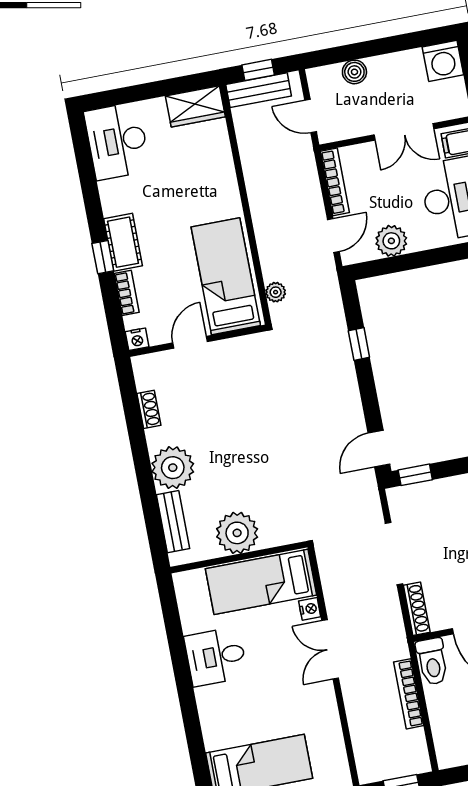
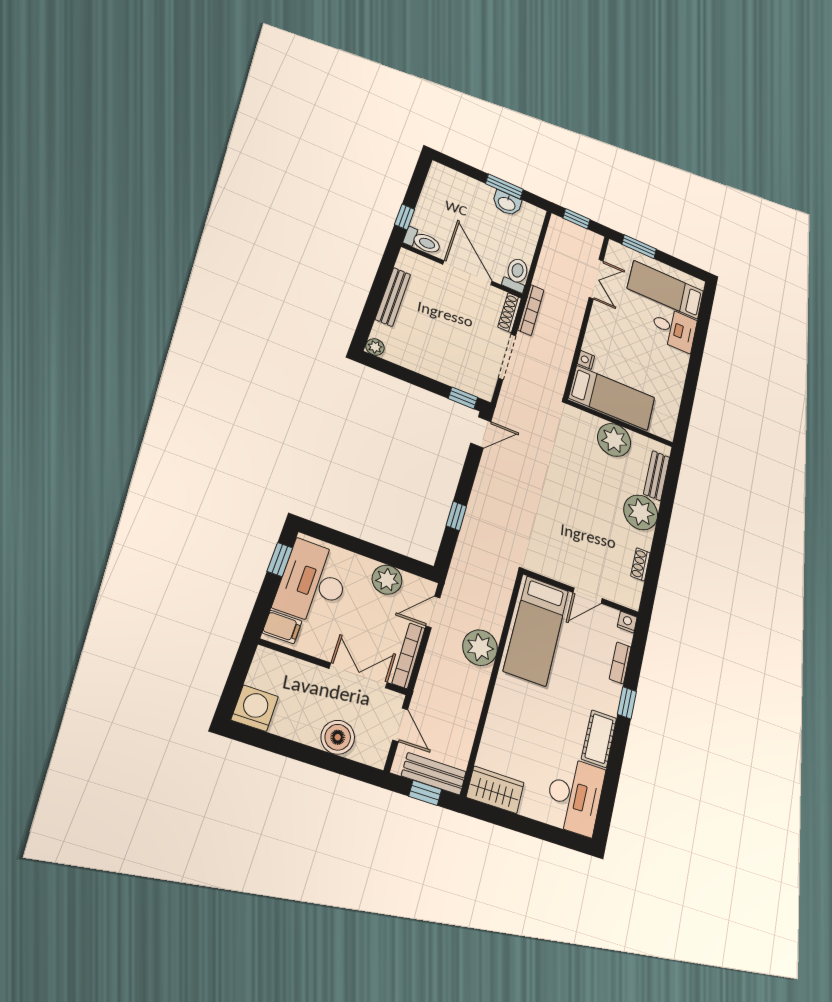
boiler: (354, 72) -> (338, 737), width x1.36, depth x1.36
double door: (404, 132) -> (358, 676), moved
cot: (123, 242) -> (599, 739), moved
plant: (276, 292) -> (480, 648), moved, width x1.88, depth x1.88
double door: (330, 649) -> (596, 279), moved
desk: (216, 657) -> (674, 329), moved
bookcase: (409, 694) -> (531, 310), moved

